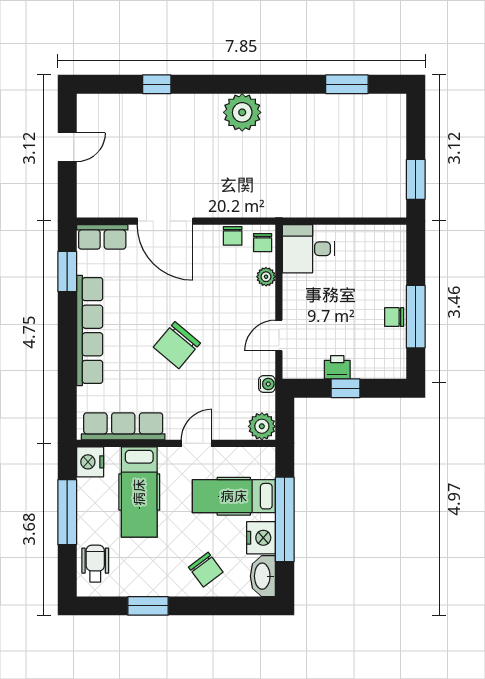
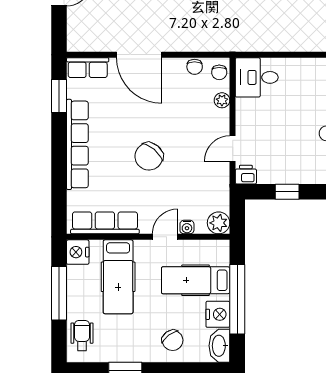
printer: (337, 367) -> (246, 175), moved
water cooler: (267, 384) -> (187, 227), moved, turned 90

